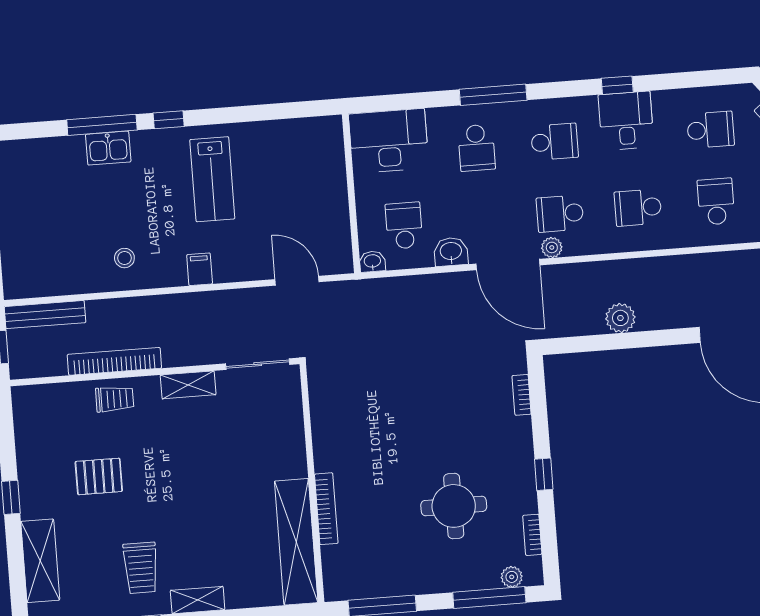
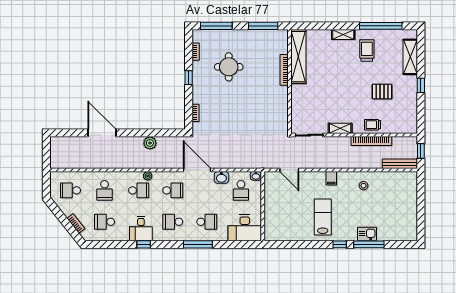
school desk: (476, 148) -> (207, 222), turned 90
plant: (552, 247) -> (148, 176), moved
plant: (512, 577) -> (206, 34), removed

